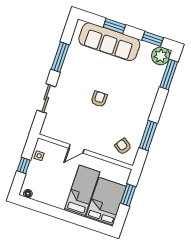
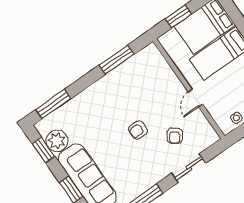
plant: (161, 56) -> (57, 141), moved
armchair: (123, 146) -> (175, 136), moved
door: (76, 149) -> (195, 98), swing flipped

